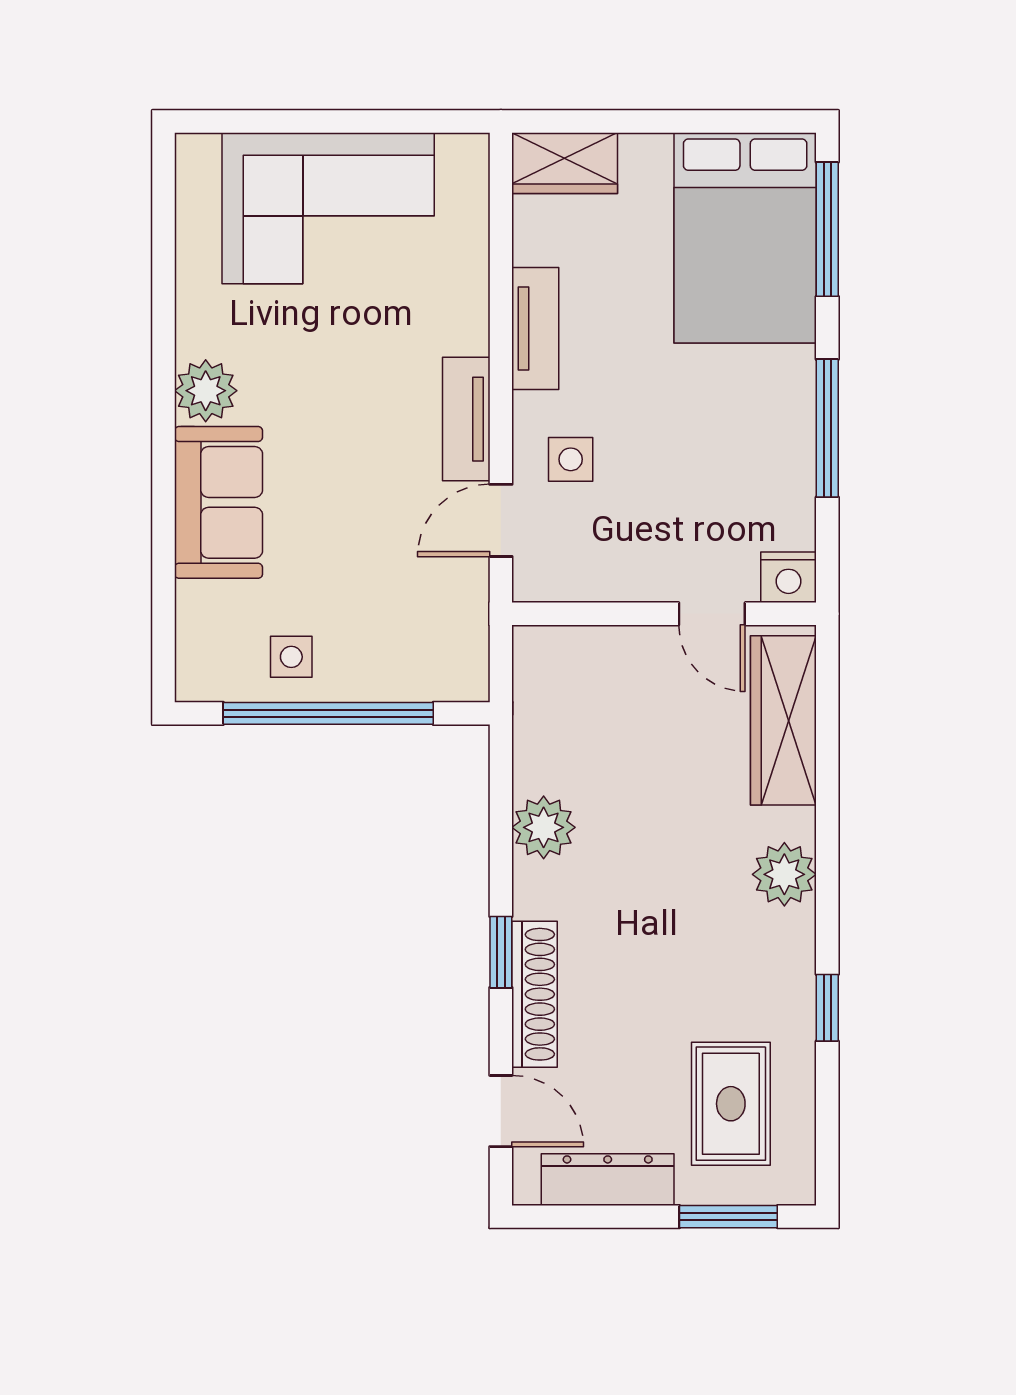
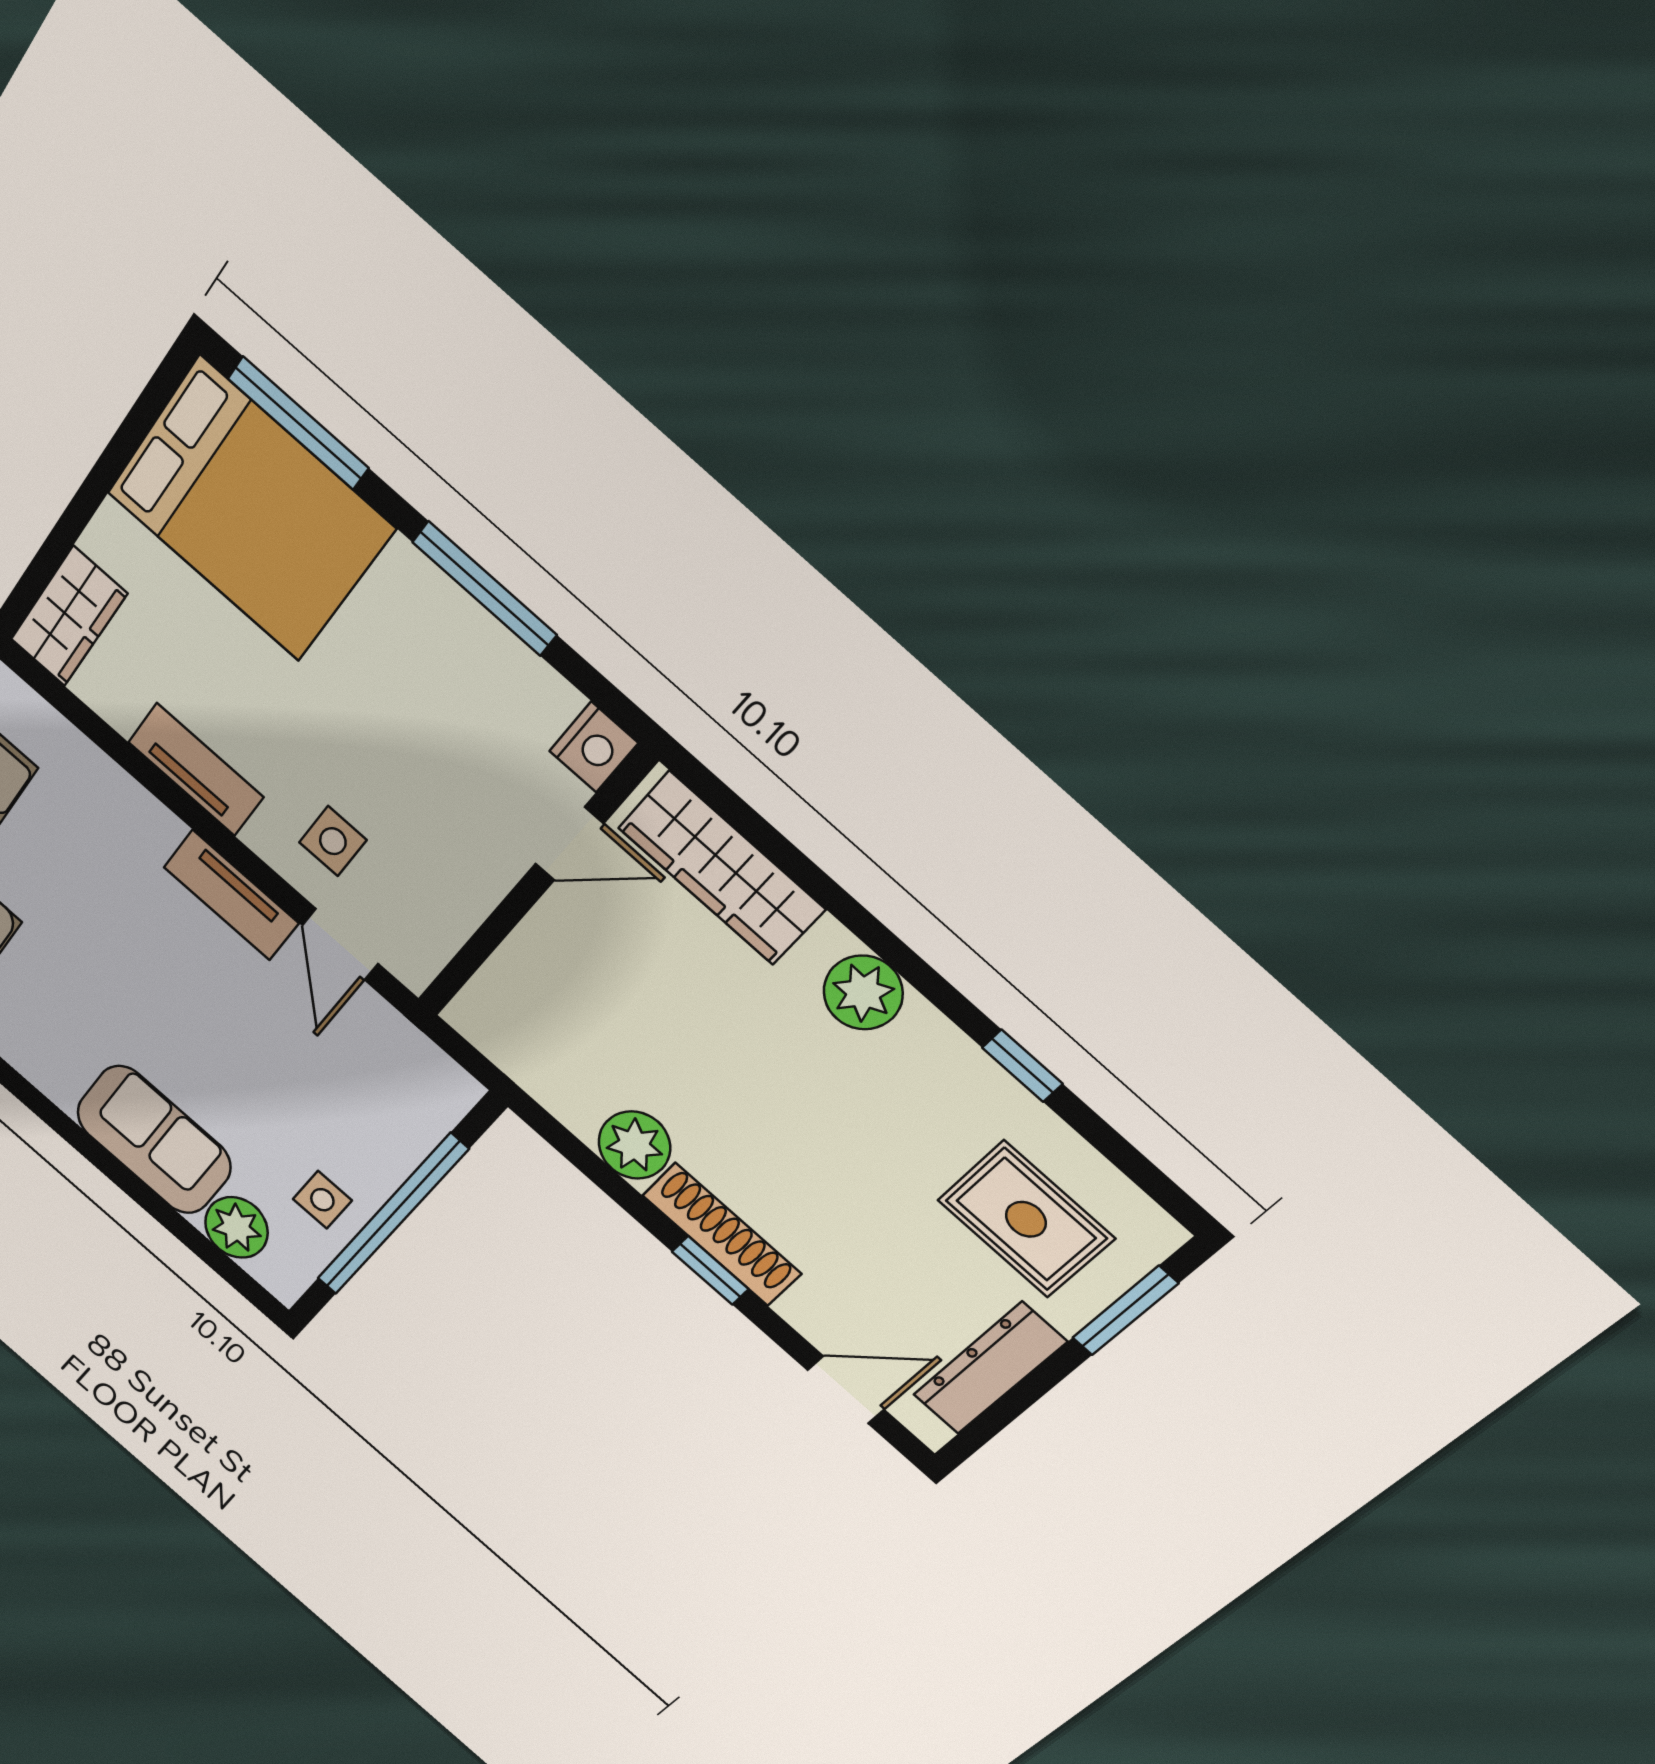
plant: (206, 391) -> (236, 1227), moved
shoe rack: (535, 994) -> (722, 1235), moved

